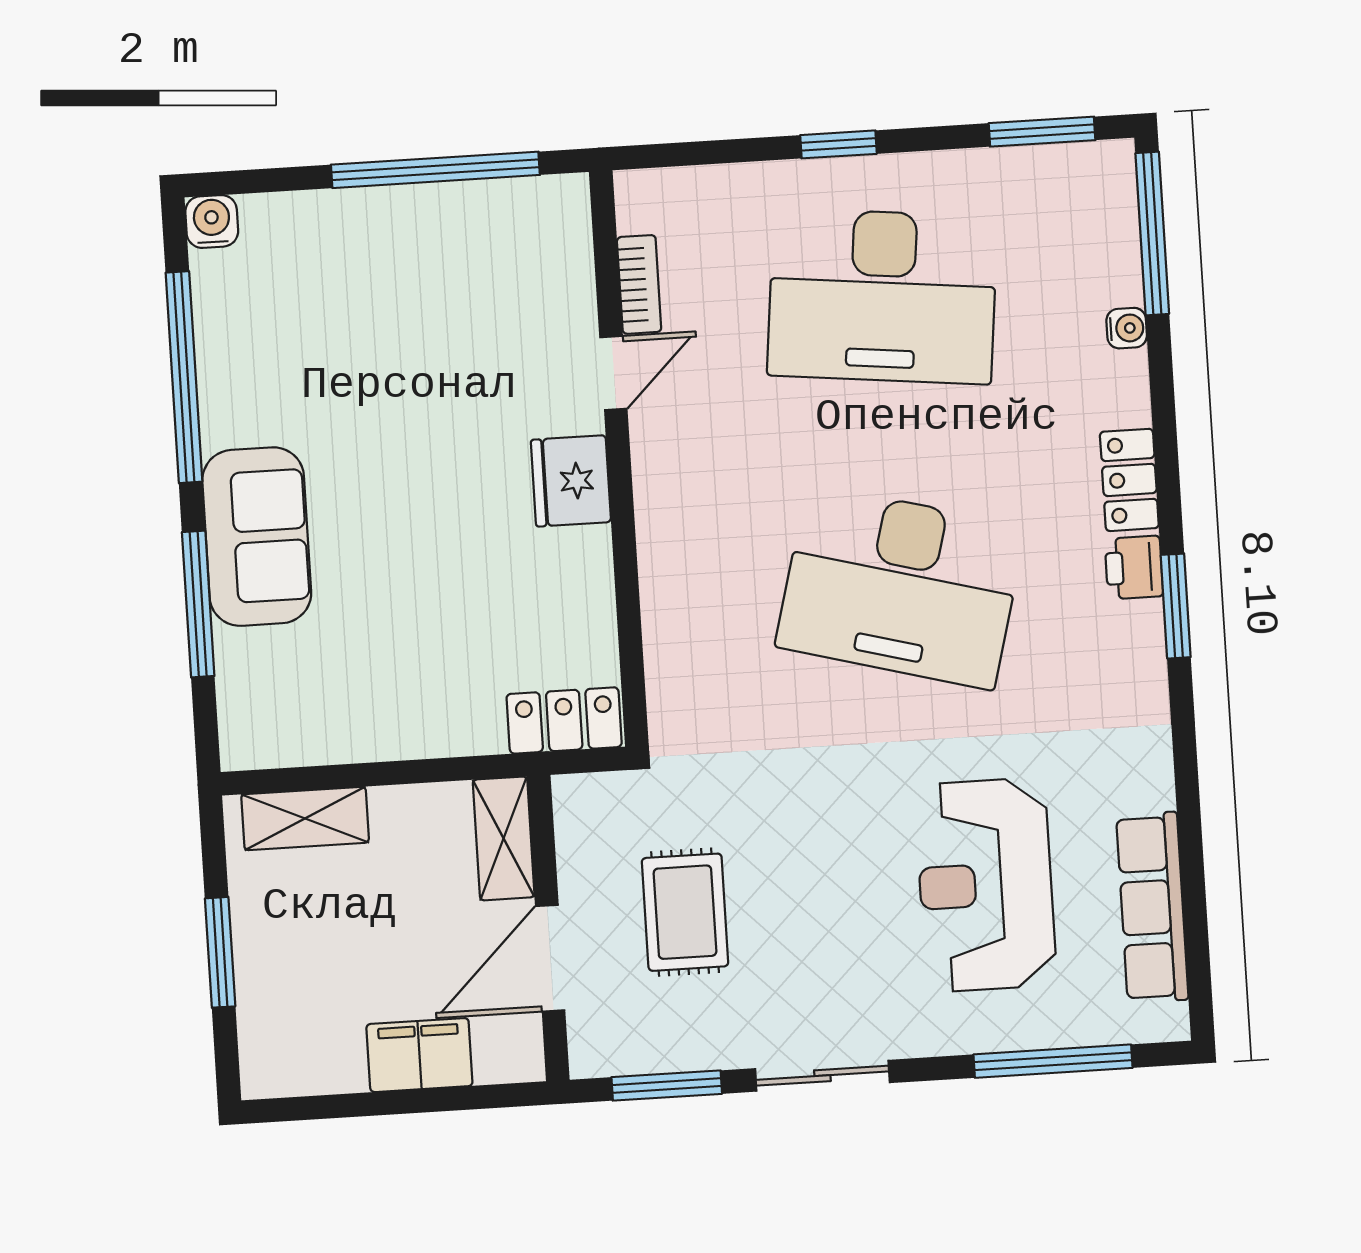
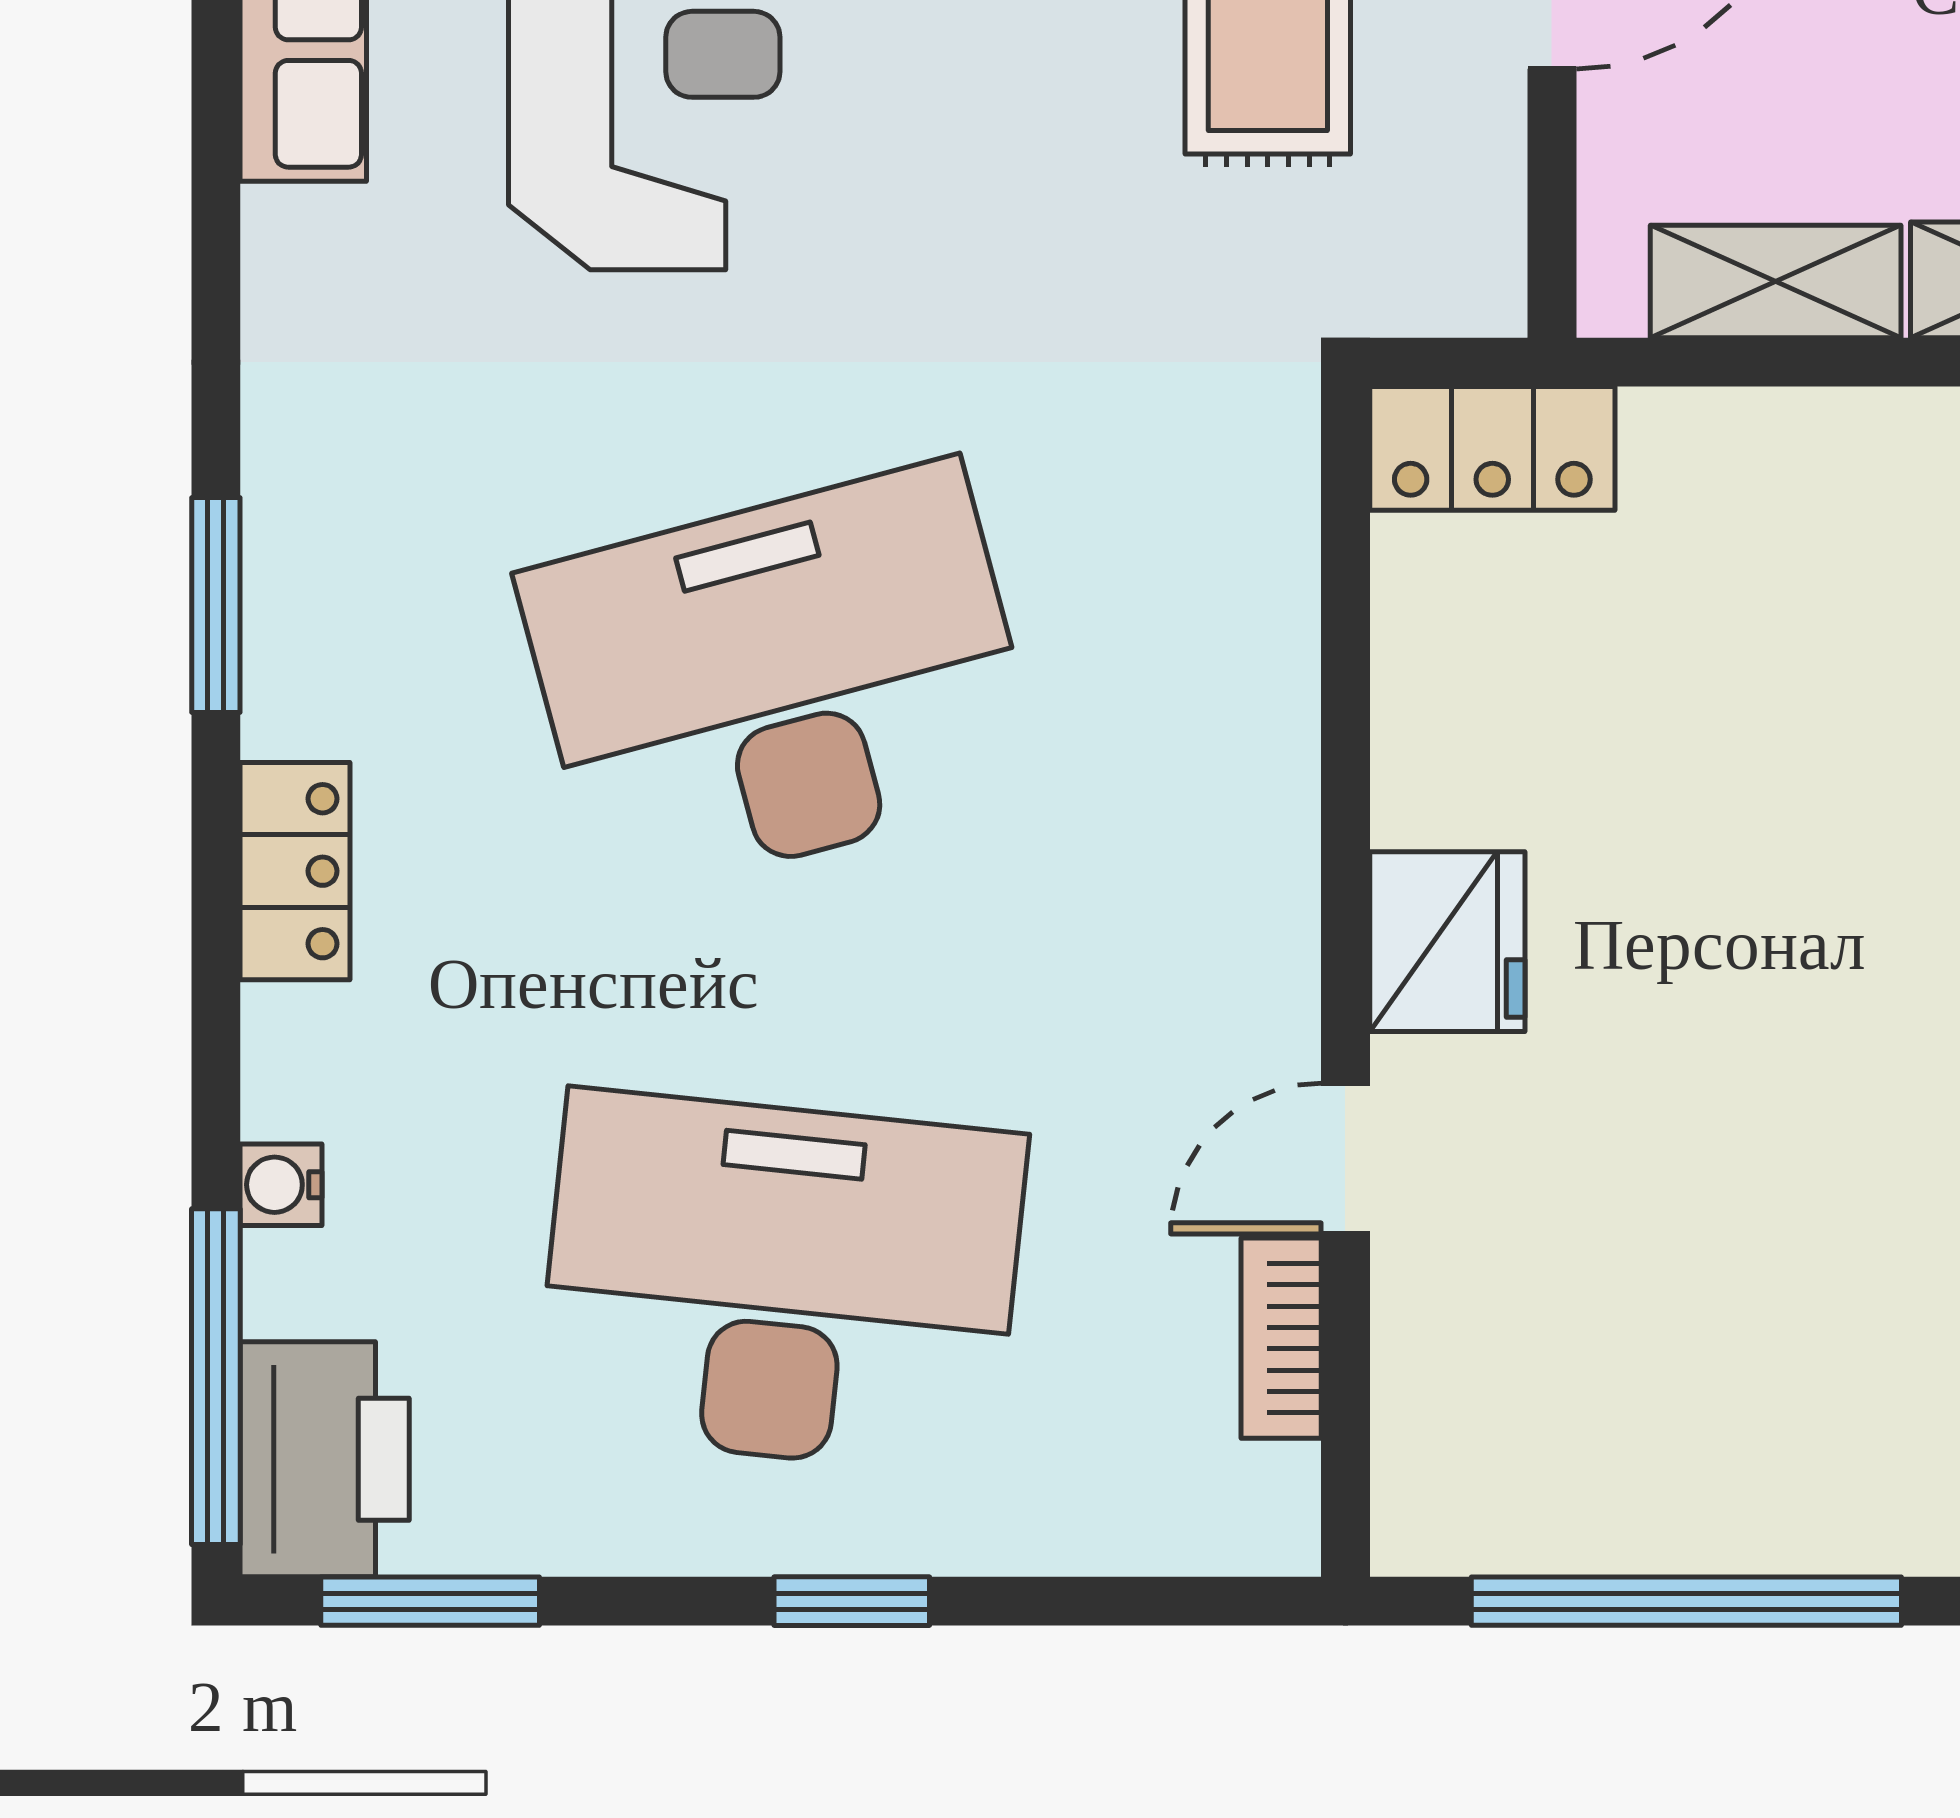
printer: (1134, 568) -> (325, 1459), moved, width x1.87, depth x1.48
desk: (901, 587) -> (781, 681), turned -30
shelving: (504, 838) -> (1776, 282), moved, turned 90

